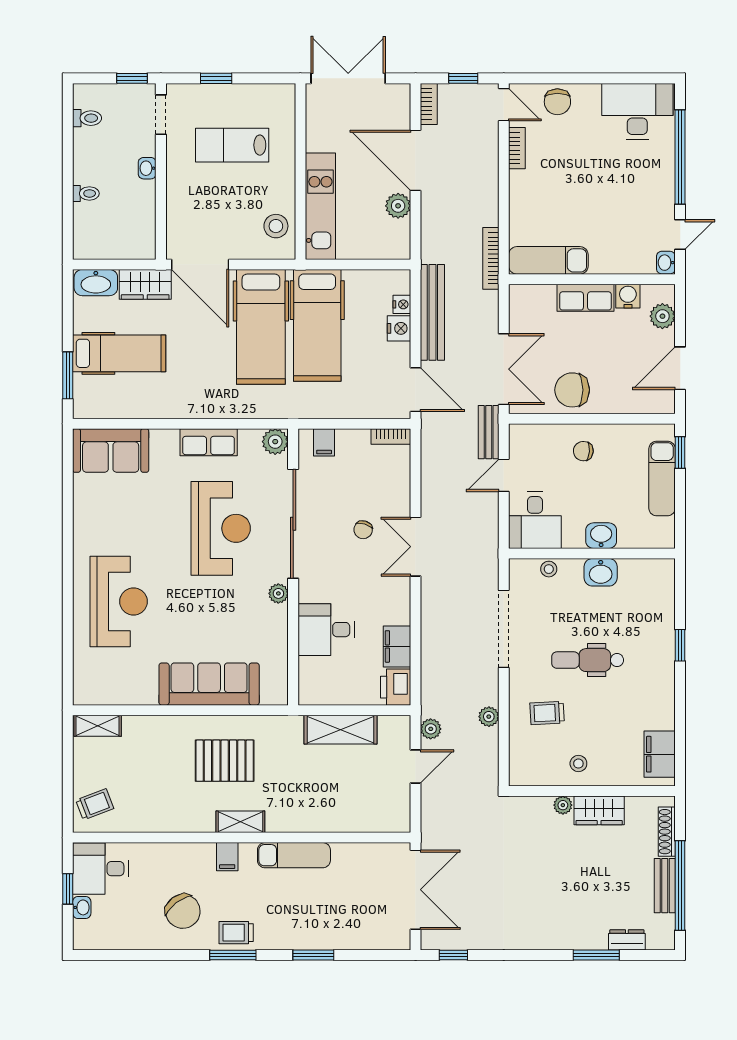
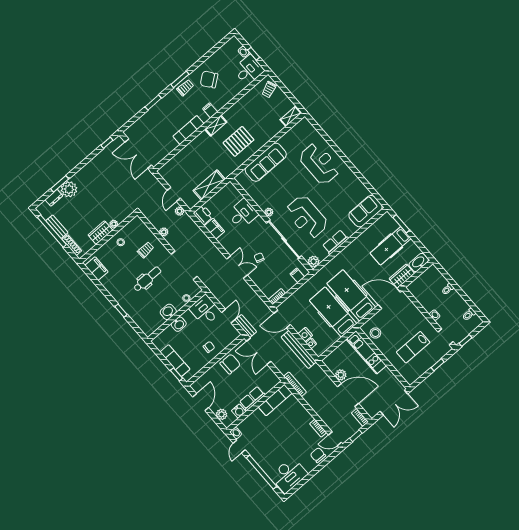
lab bench: (232, 145) -> (413, 347), turned 180
reception desk: (119, 601) -> (319, 164), turned 180
plant: (588, 932) -> (69, 189), added

